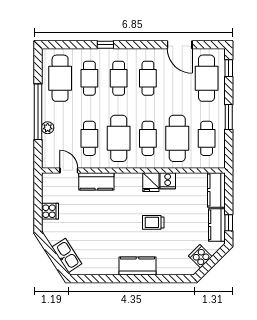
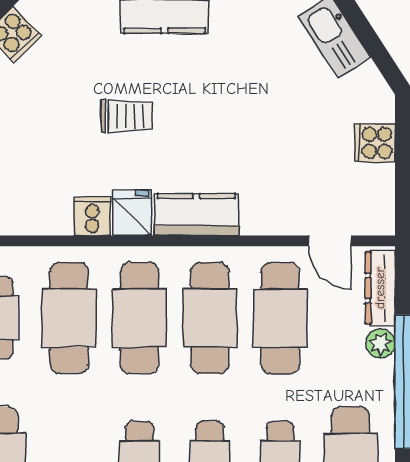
cafe table: (89, 138) -> (280, 318), width x1.37, depth x1.35
cafe table: (148, 138) -> (139, 318), width x1.37, depth x1.35
dresser: (48, 151) -> (380, 288), added
kitchen counter: (96, 181) -> (196, 215), moved

